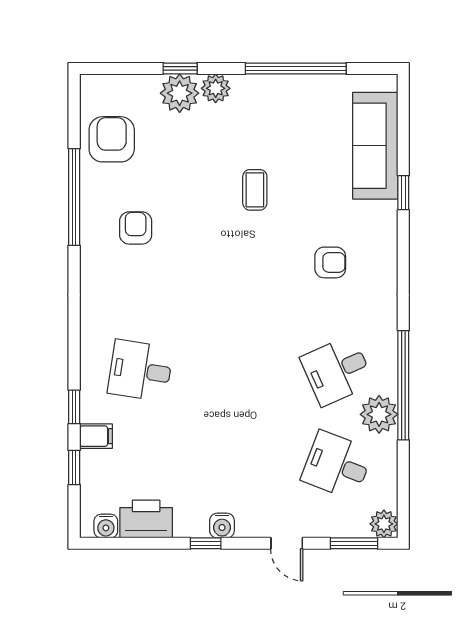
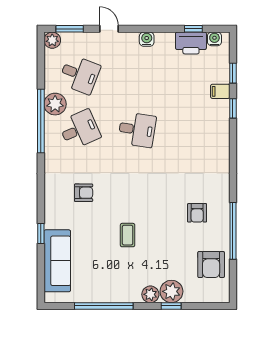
armchair: (330, 262) -> (84, 193), turned 180
desk: (140, 371) -> (137, 130), moved
window: (206, 543) -> (193, 29), moved

